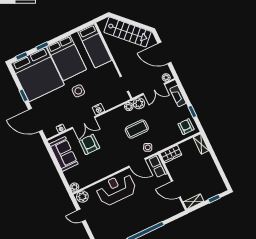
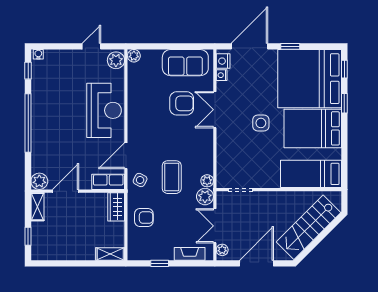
nightstand: (98, 109) -> (223, 61), moved
armchair: (186, 127) -> (144, 218), moved
plant: (178, 208) -> (39, 181), added

